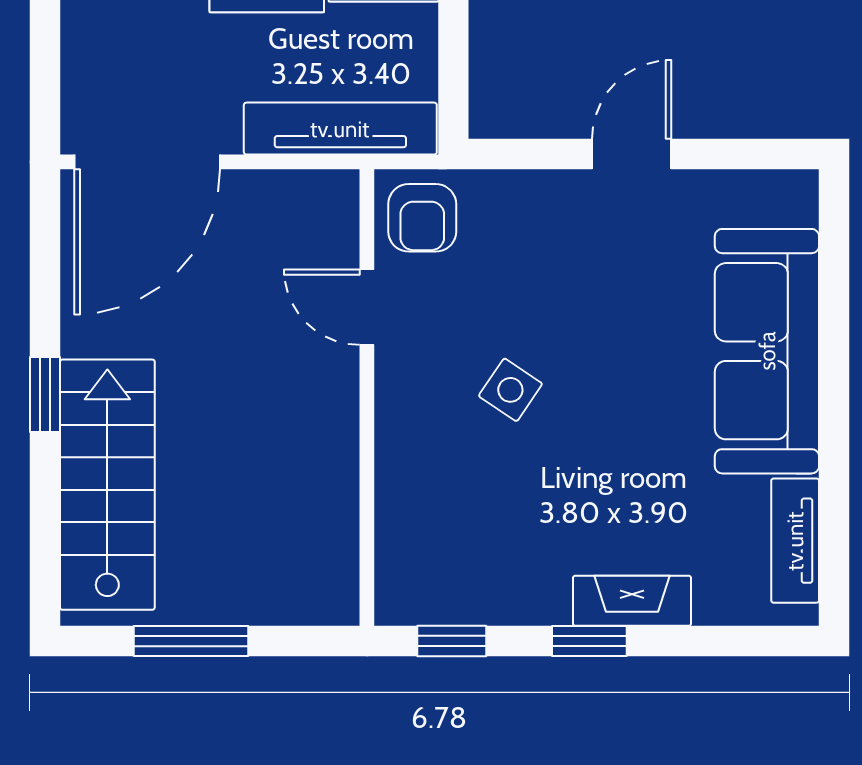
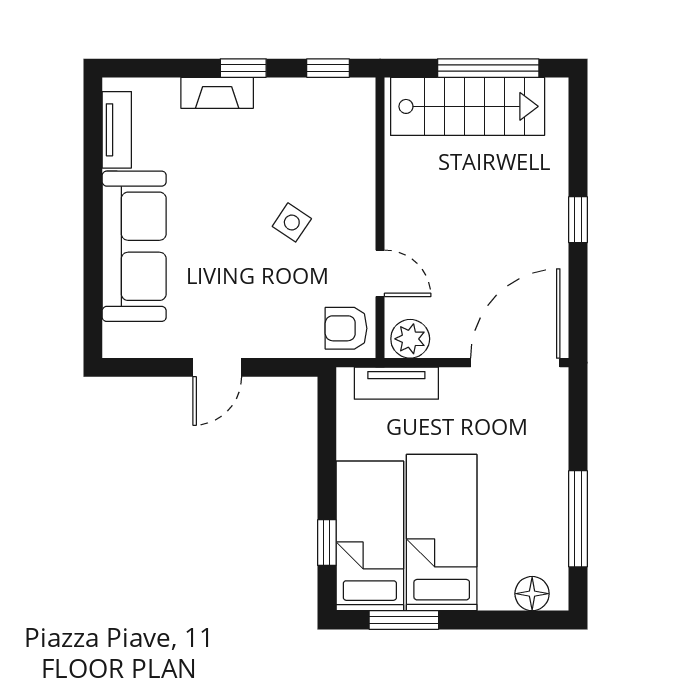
tv unit: (340, 129) -> (396, 383), width x0.71
plant: (318, 201) -> (410, 339), added
armchair: (422, 218) -> (346, 328), turned -90
stairs: (107, 485) -> (468, 106), moved, turned -90
window: (191, 641) -> (488, 68), width x1.44

